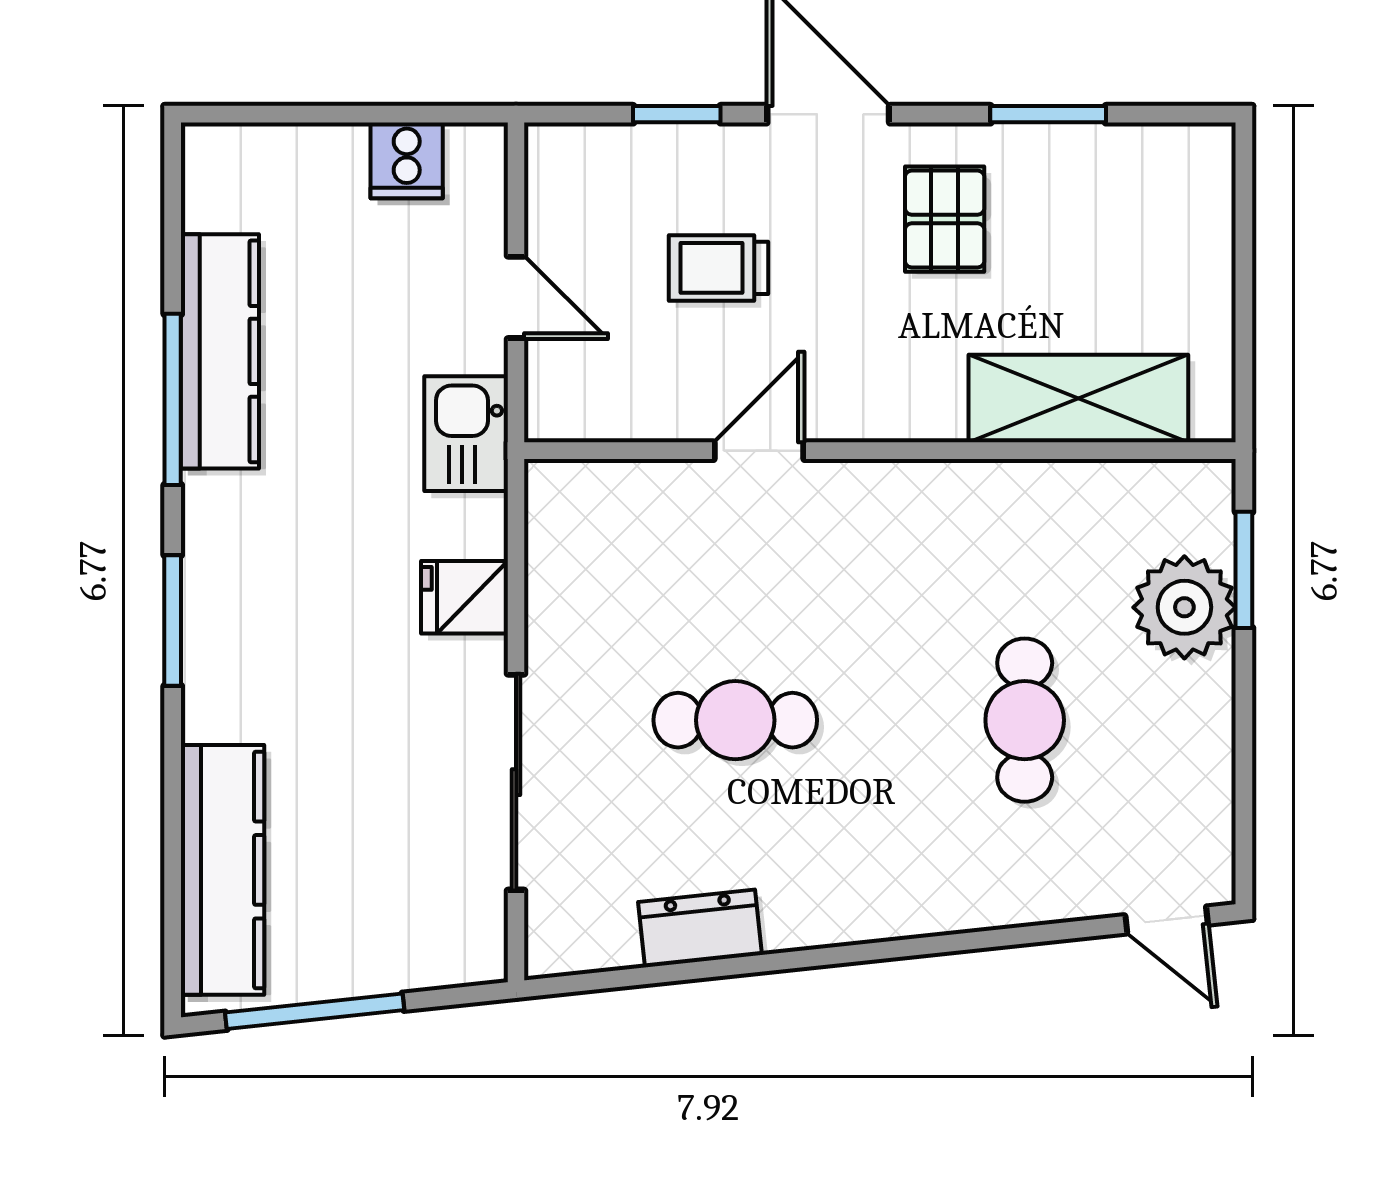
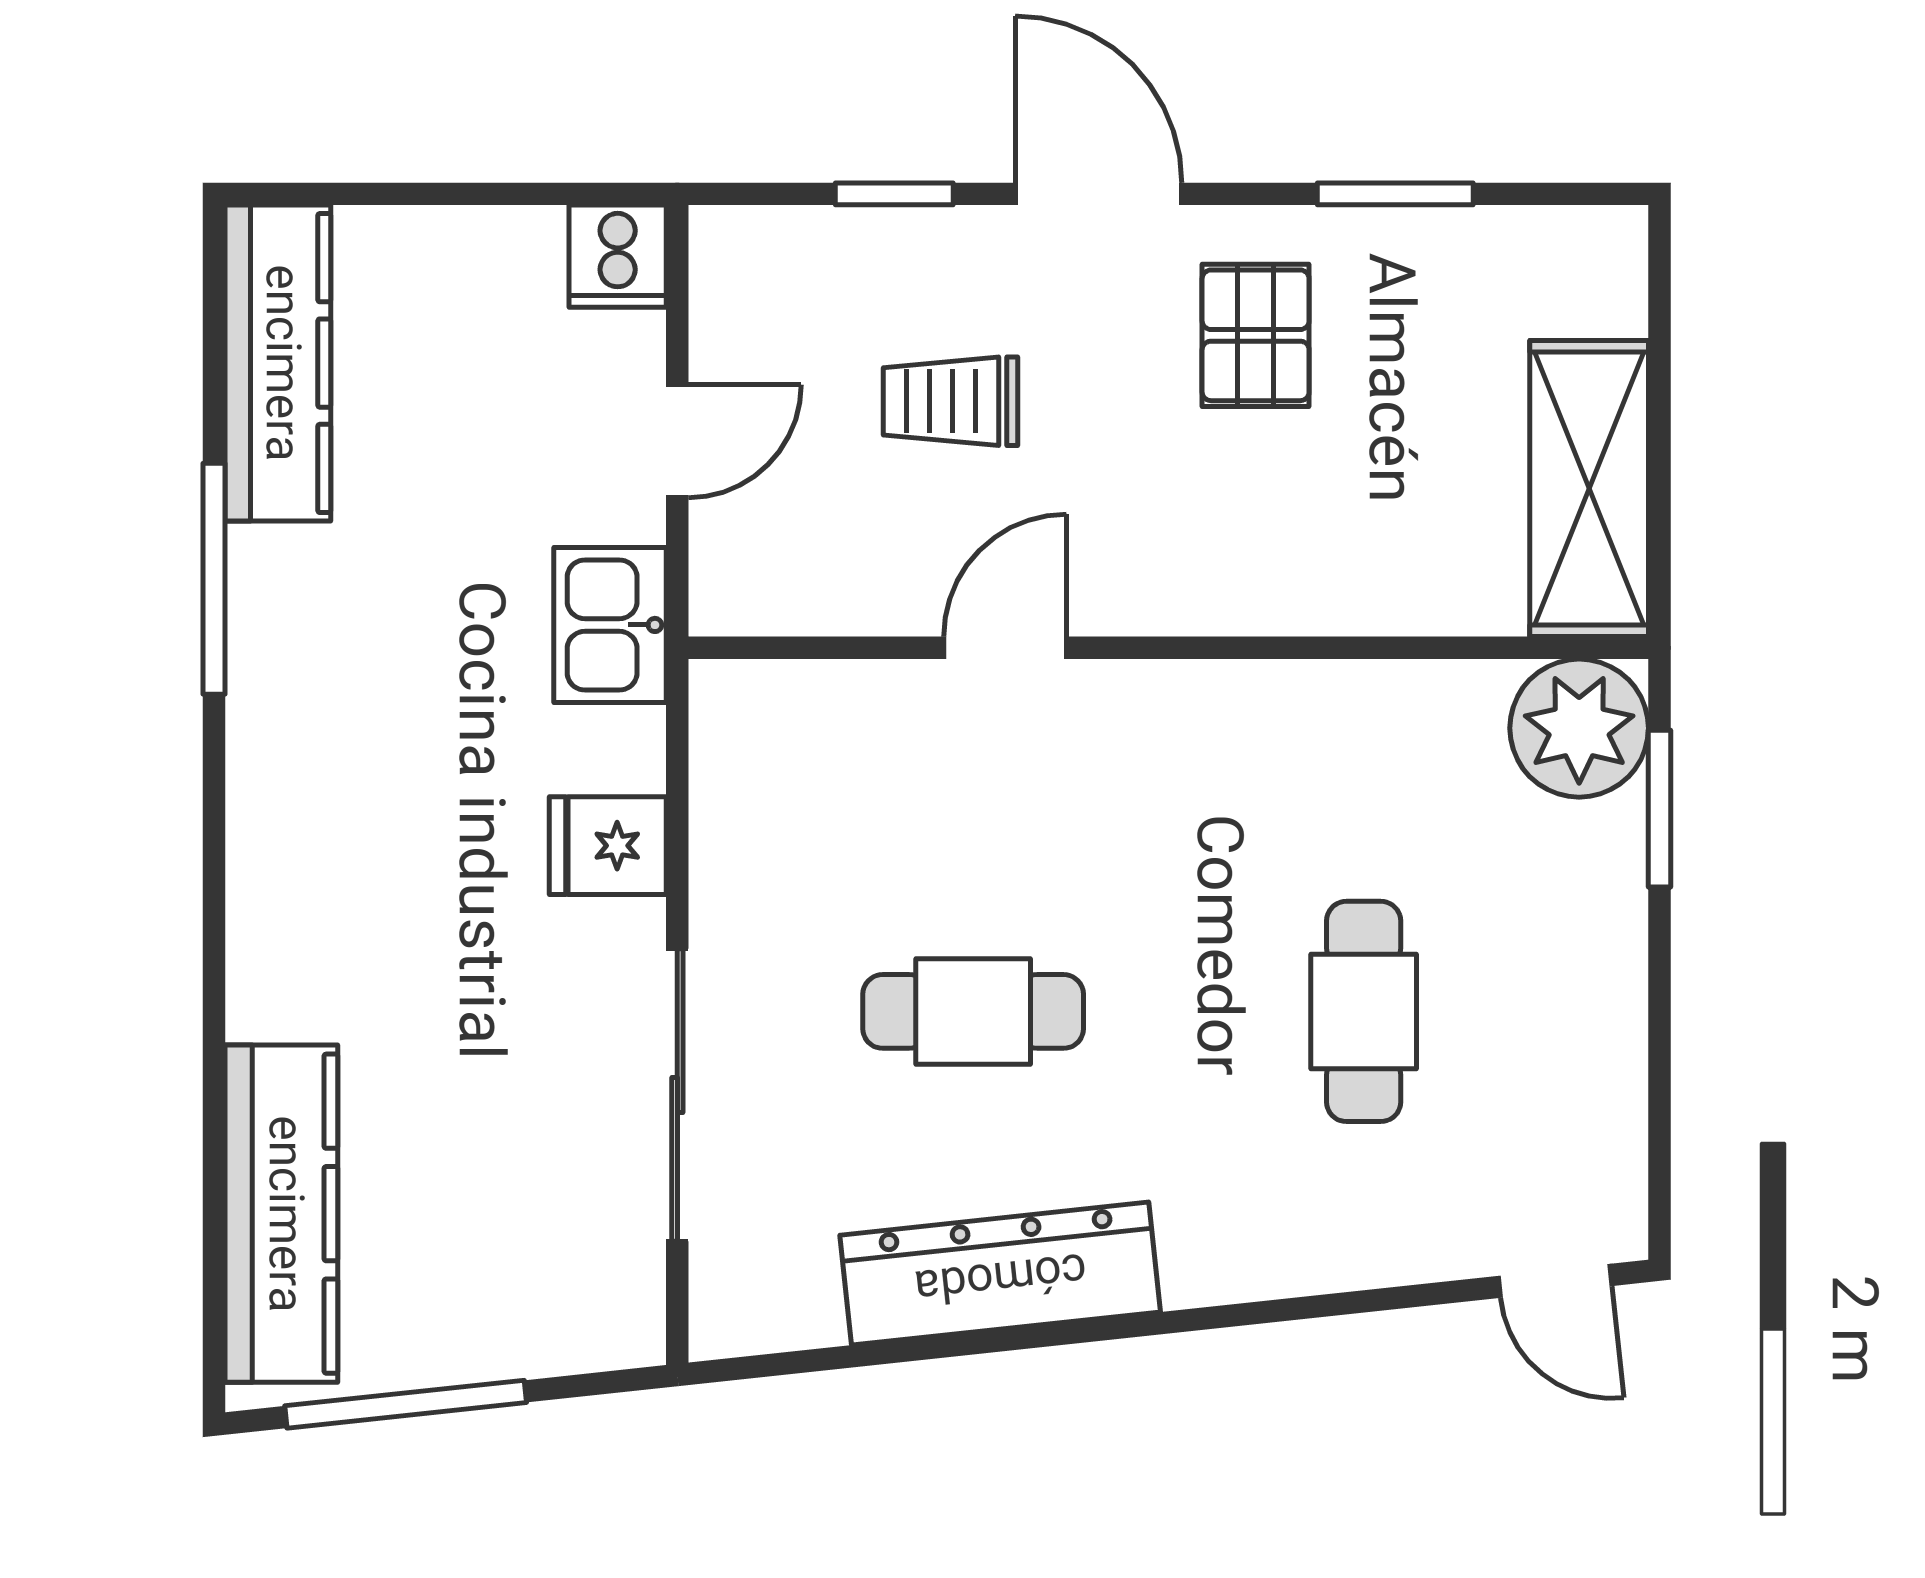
cooker: (407, 160) -> (618, 256), moved
door: (516, 297) -> (677, 441), hinge flipped
kitchen counter: (220, 351) -> (278, 363), moved
shelving: (1078, 398) -> (1589, 489), moved, turned 90
plant: (1184, 607) -> (1579, 728), moved
window: (173, 621) -> (214, 877), removed
dresser: (700, 928) -> (1000, 1274), width x1.96, depth x1.24

